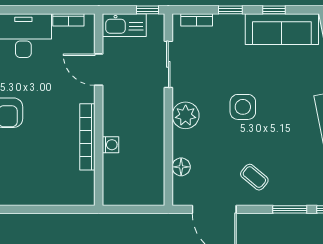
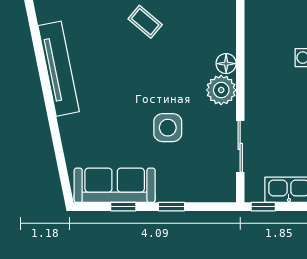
bookcase: (197, 20) -> (209, 196), removed
side table: (243, 107) -> (168, 128), moved
floor lamp: (181, 167) -> (226, 64), moved

